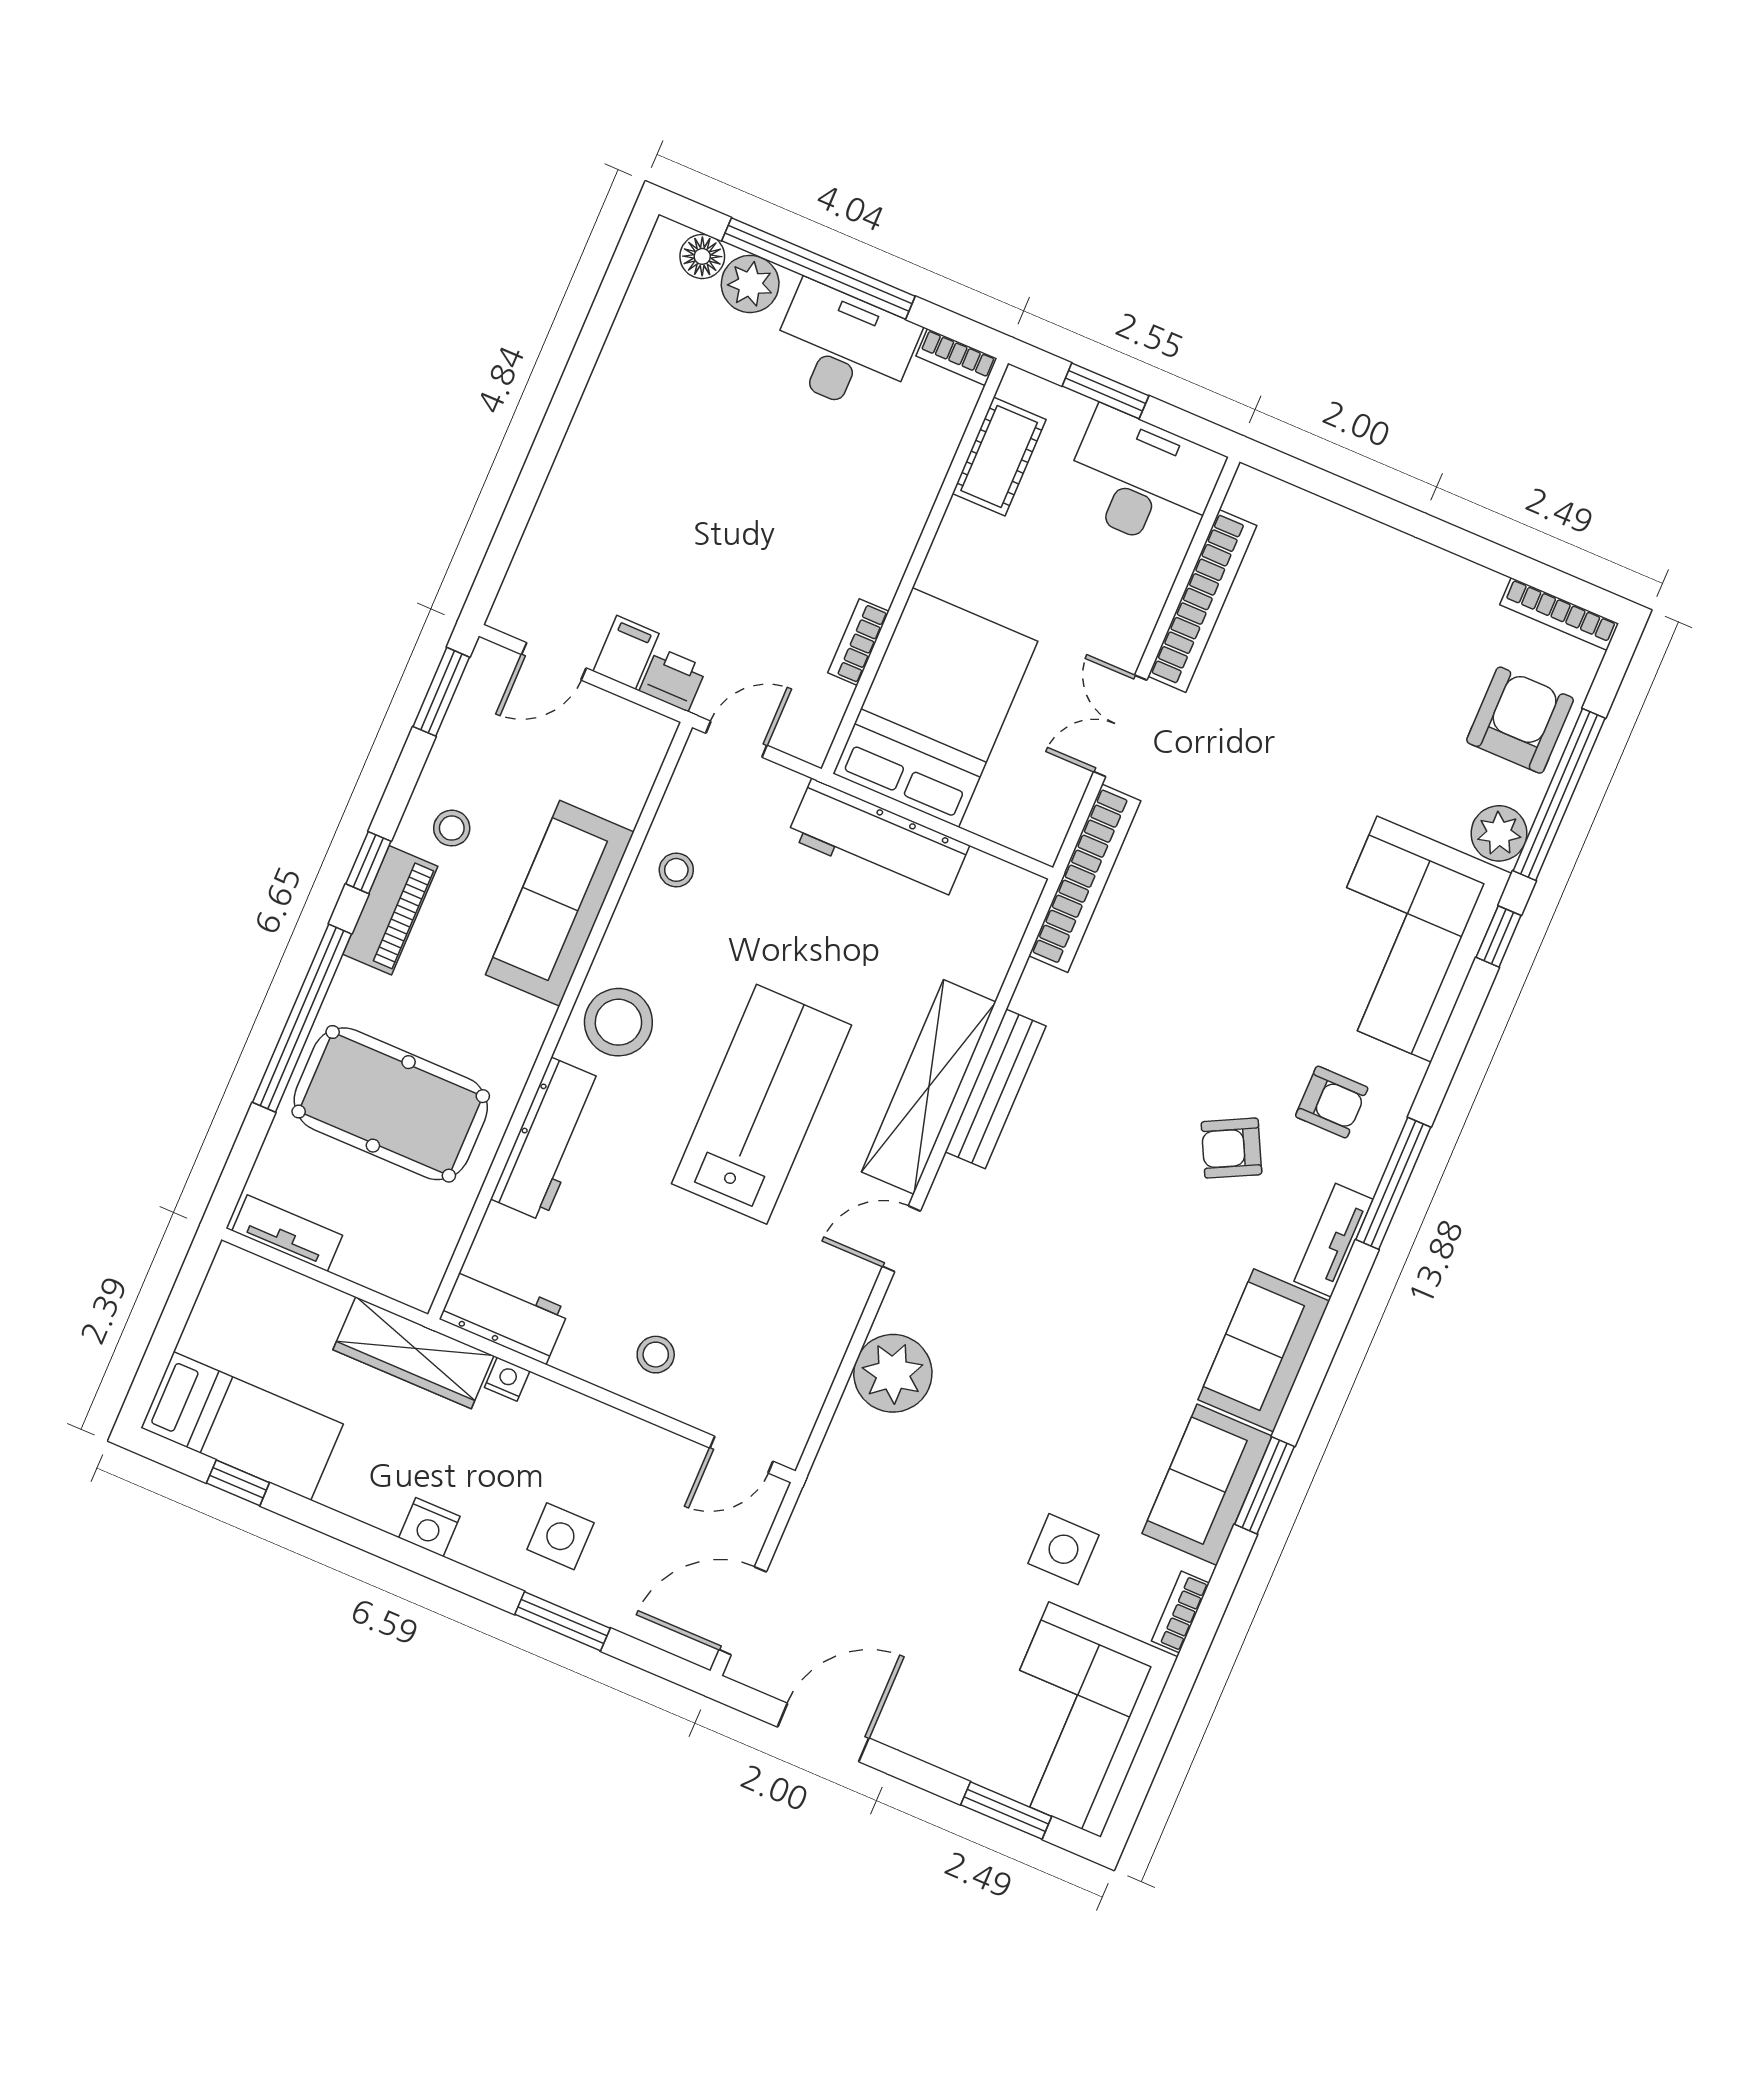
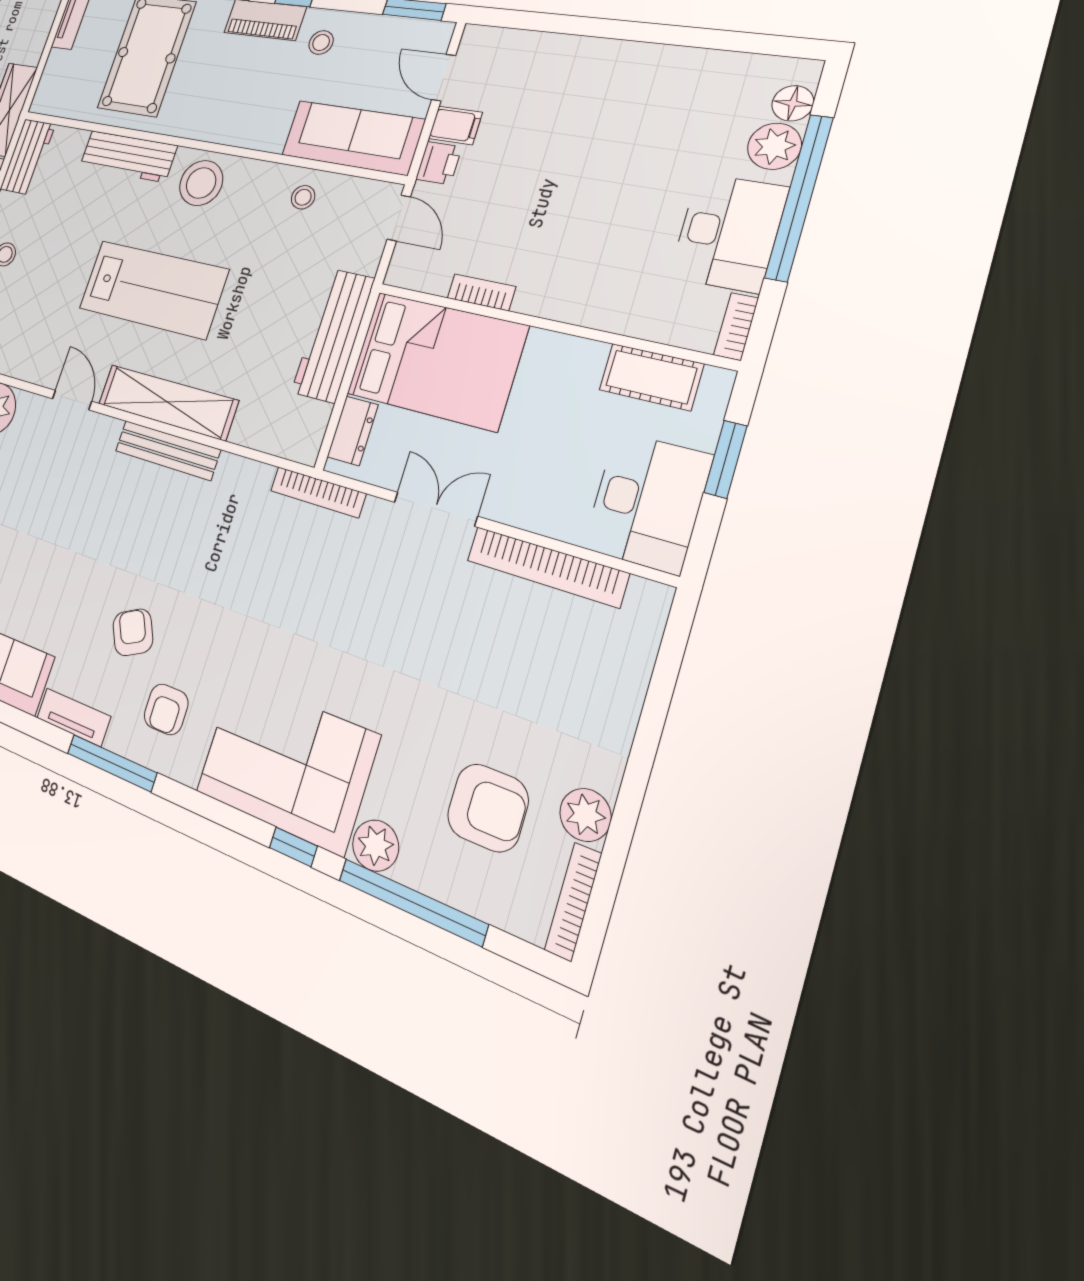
plant: (1472, 590) -> (585, 815), added
armchair: (1520, 720) -> (488, 808), moved
dresser: (1008, 824) -> (353, 431), added
bookcase: (1085, 878) -> (318, 492), width x0.68, depth x0.76
sofa: (560, 903) -> (352, 137), moved

